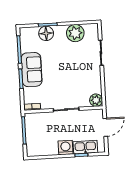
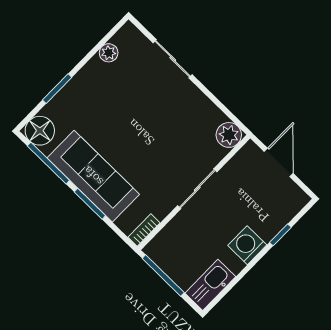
floor lamp: (46, 33) -> (40, 131), moved
plant: (75, 33) -> (109, 53), width x0.53, depth x0.53
sofa: (32, 70) -> (93, 176), width x1.36
kitchen sink: (85, 147) -> (210, 285), moved

